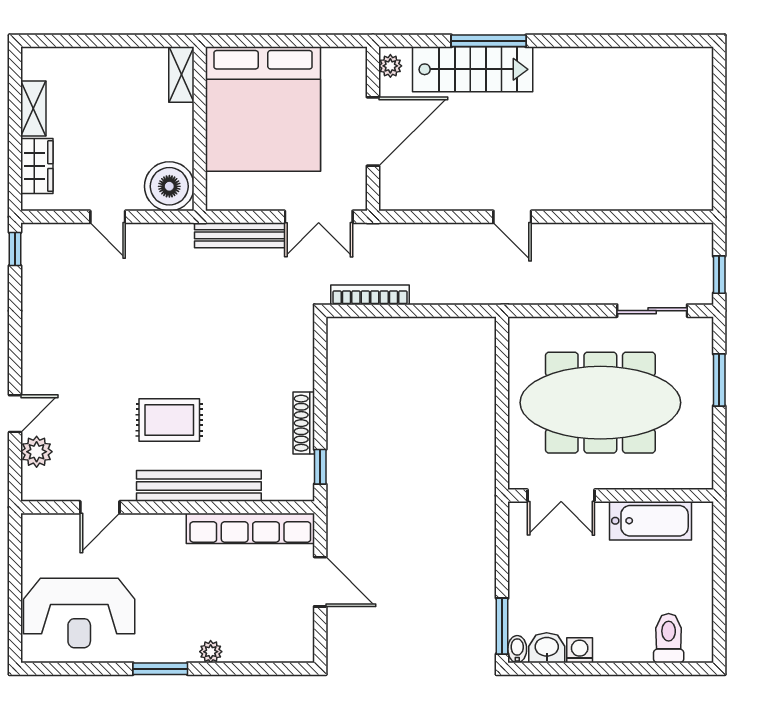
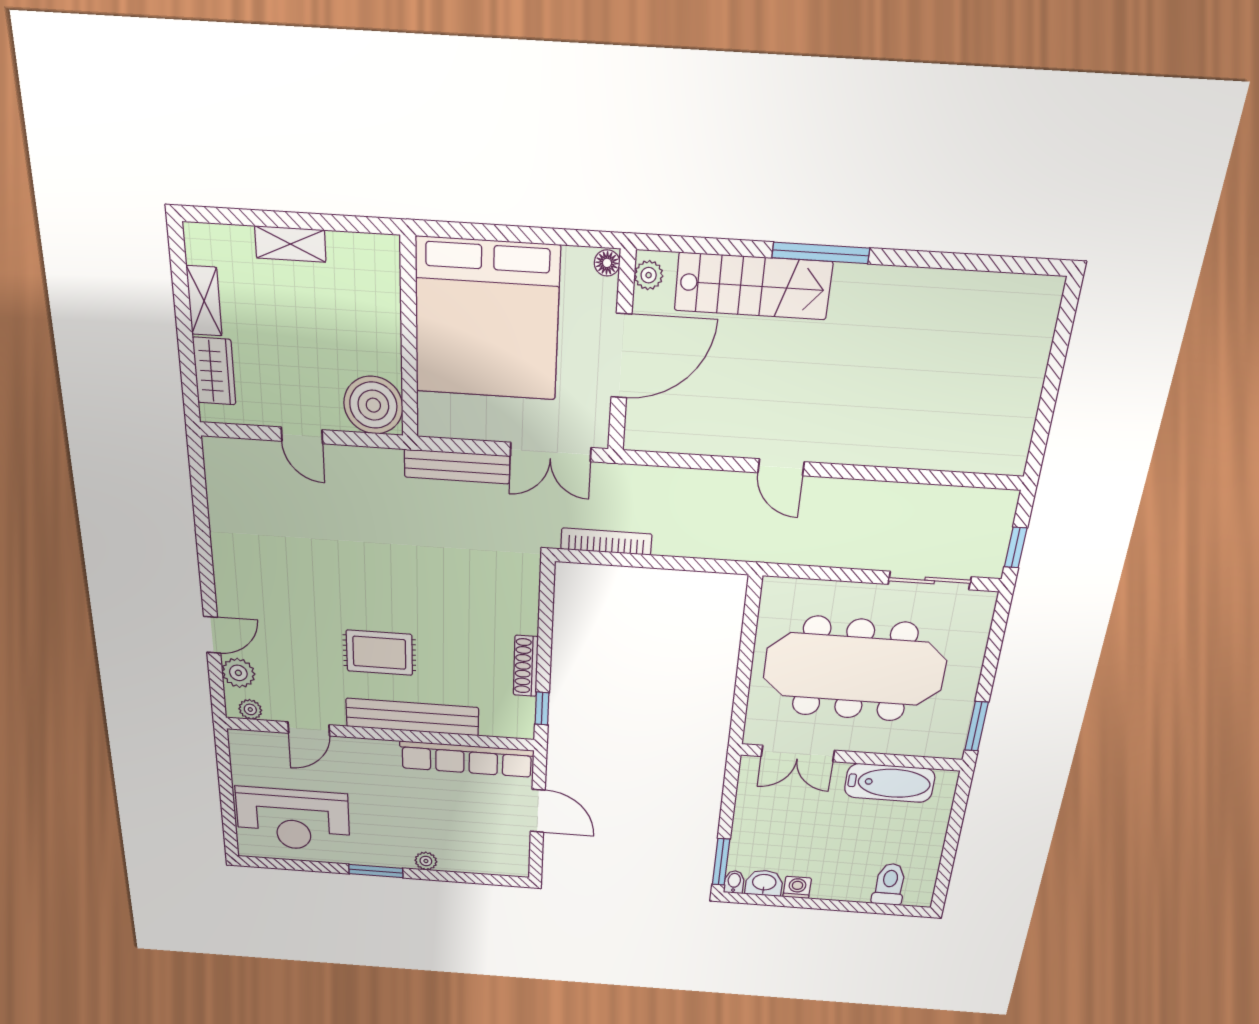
window: (489, 41) -> (821, 253), moved
floor lamp: (357, 59) -> (607, 263), added
shelving: (181, 75) -> (290, 244), moved, turned 90
window: (15, 249) -> (197, 464), removed
window: (719, 380) -> (977, 726), moved
plant: (45, 490) -> (250, 709), added

